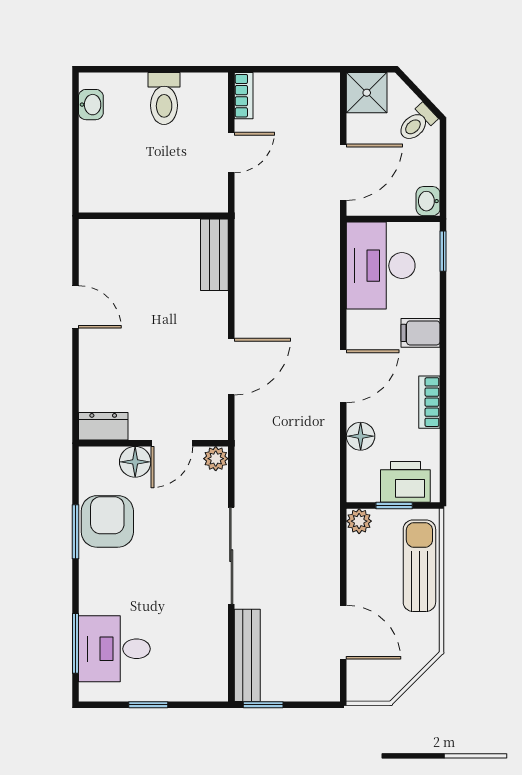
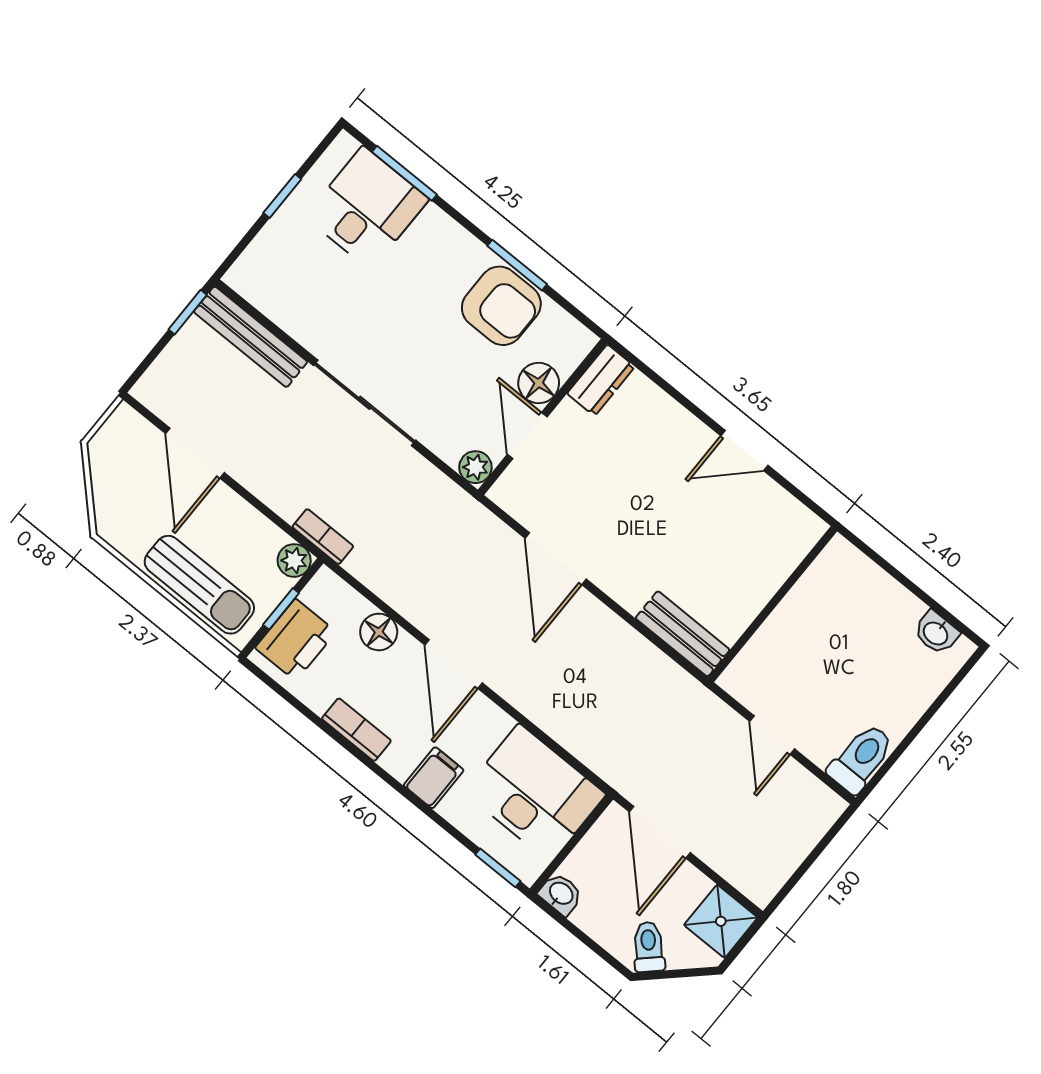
bookcase: (244, 96) -> (323, 537), moved, turned 180
toilet: (164, 99) -> (861, 758), moved, turned 90
door: (343, 632) -> (195, 453), hinge flipped

